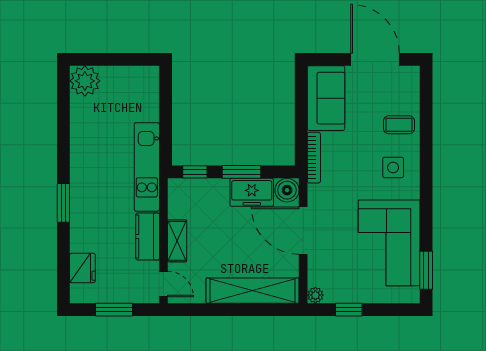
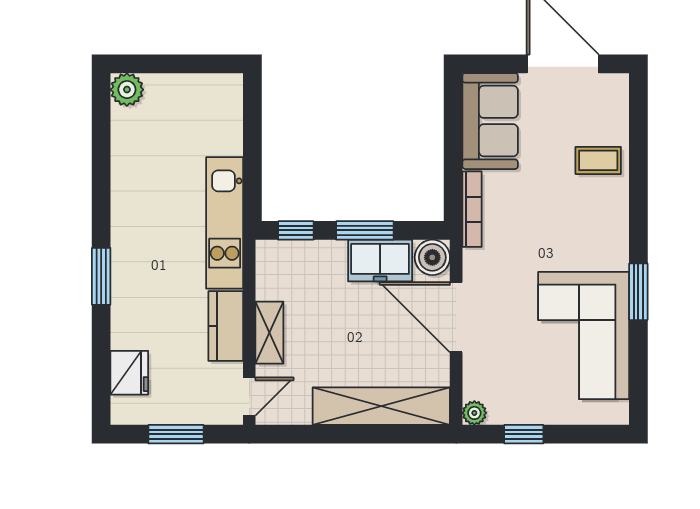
plant: (85, 81) -> (127, 90), width x0.73, depth x0.73
side table: (393, 167) -> (589, 224), removed
window: (426, 270) -> (638, 292), moved
door: (163, 284) -> (249, 397), hinge flipped

